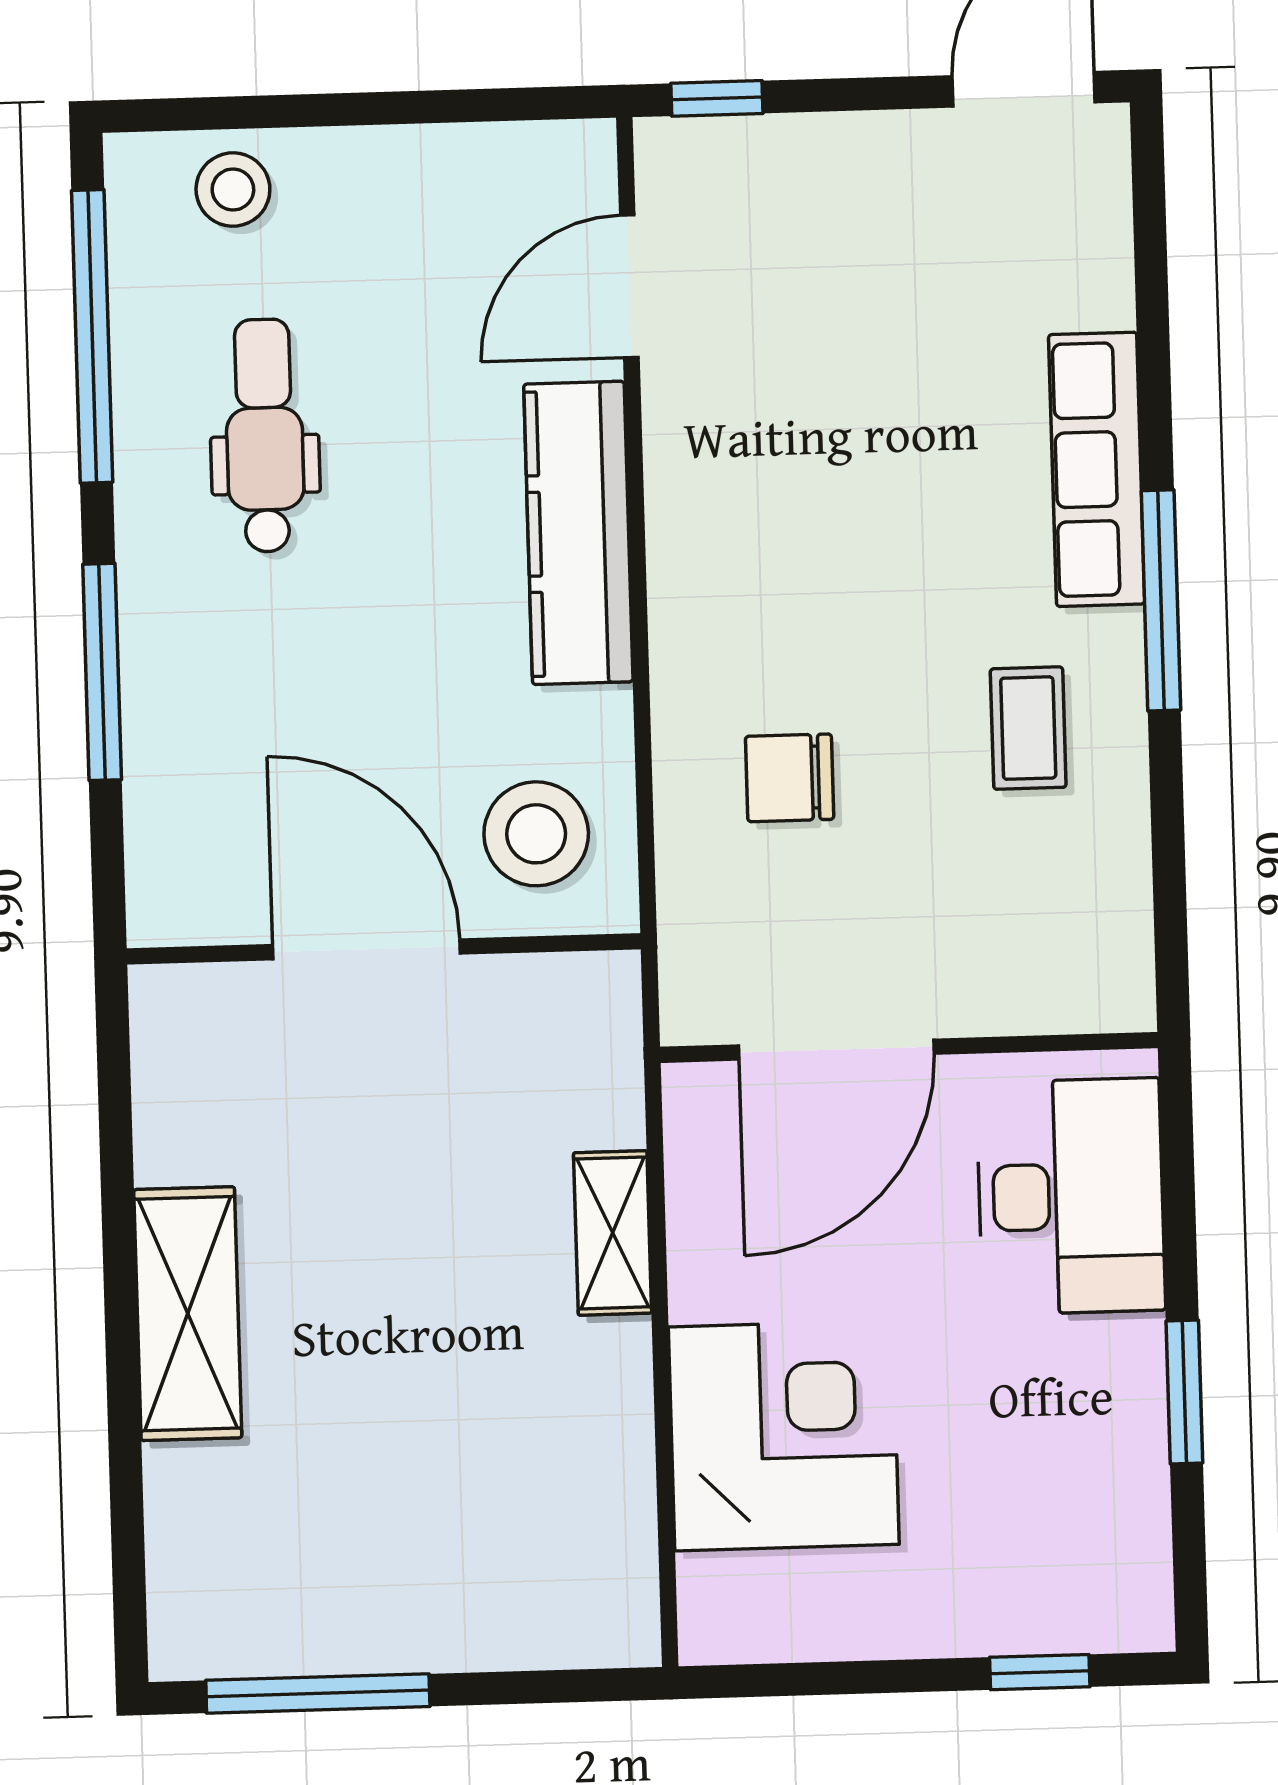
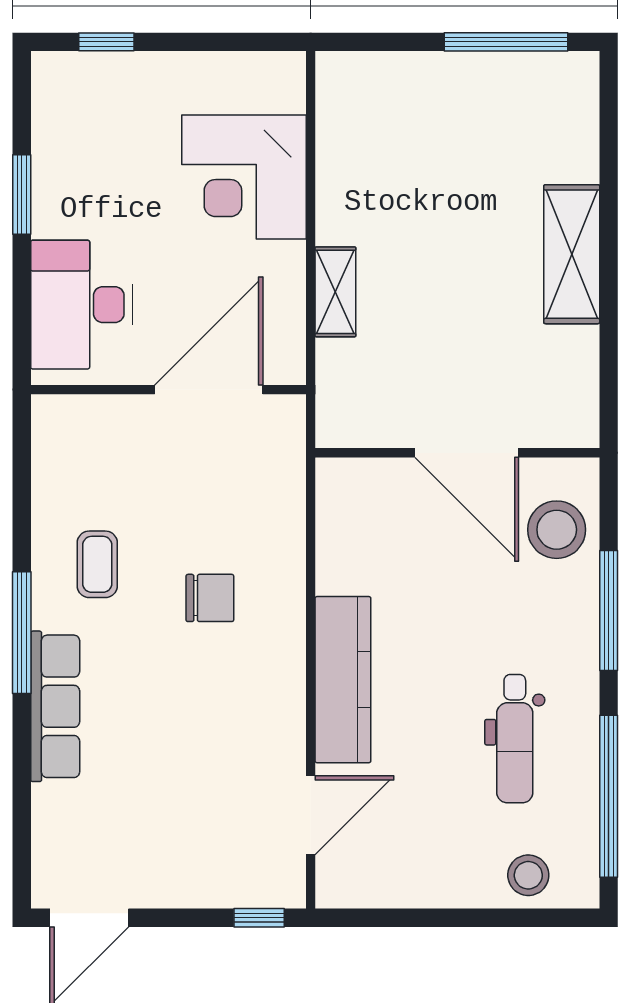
chair: (790, 778) -> (210, 598), moved
stool: (536, 834) -> (557, 530), moved

